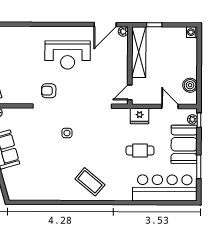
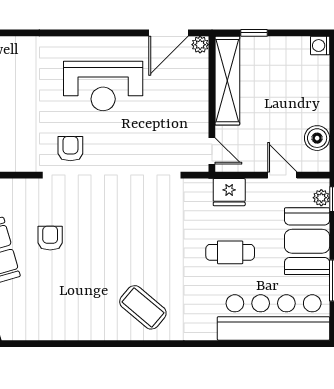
armchair: (49, 91) -> (70, 149), turned 90
door: (130, 92) -> (212, 151), swing flipped
side table: (67, 133) -> (102, 222), removed
armchair: (37, 142) -> (50, 238), added

